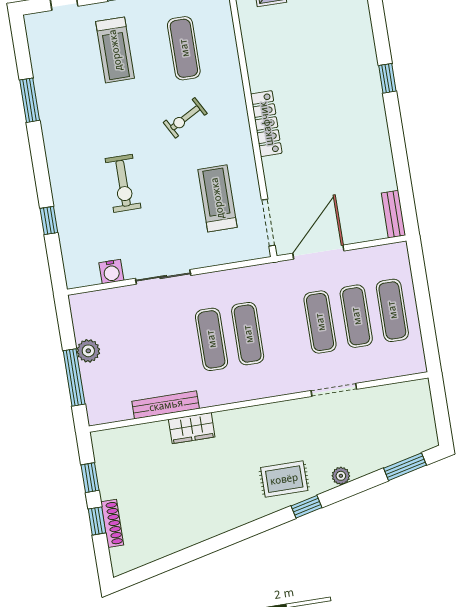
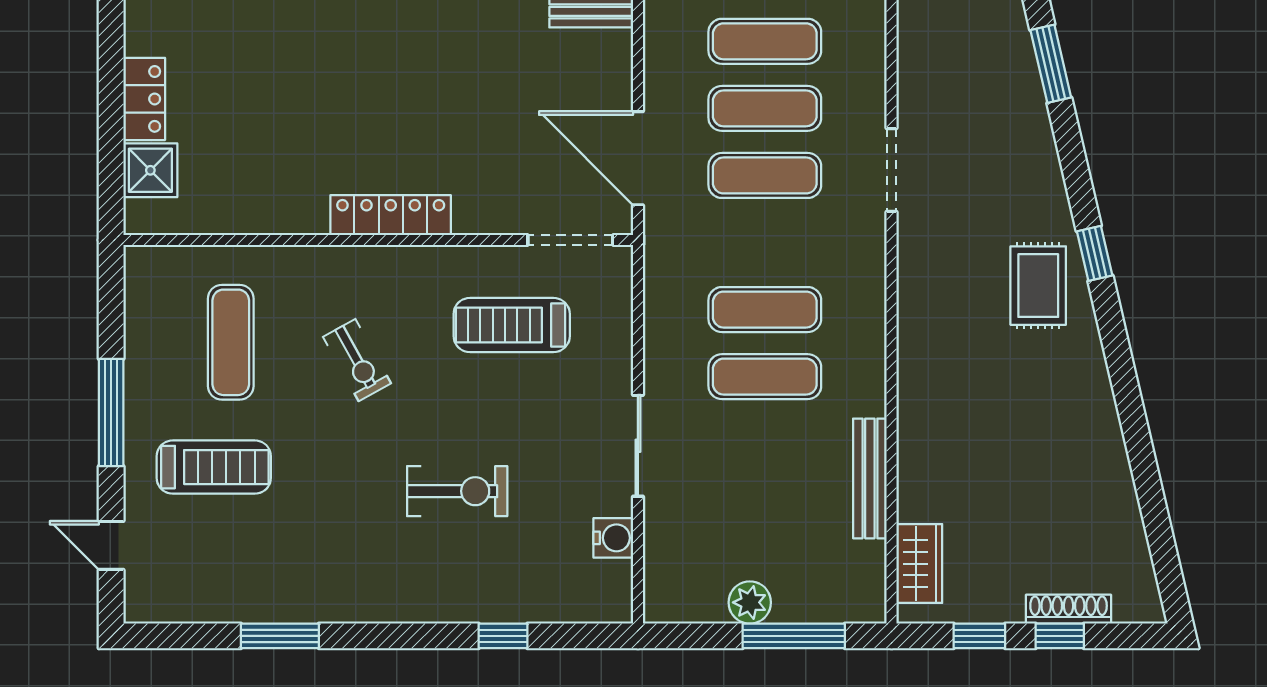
exercise mat: (184, 48) -> (231, 342), turned 90
wardrobe: (192, 428) -> (919, 564), moved
plant: (341, 476) -> (1049, 182), removed

